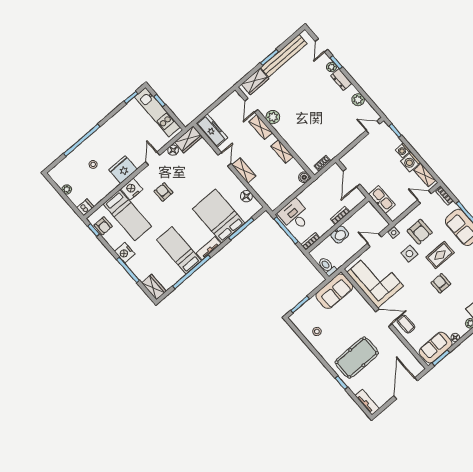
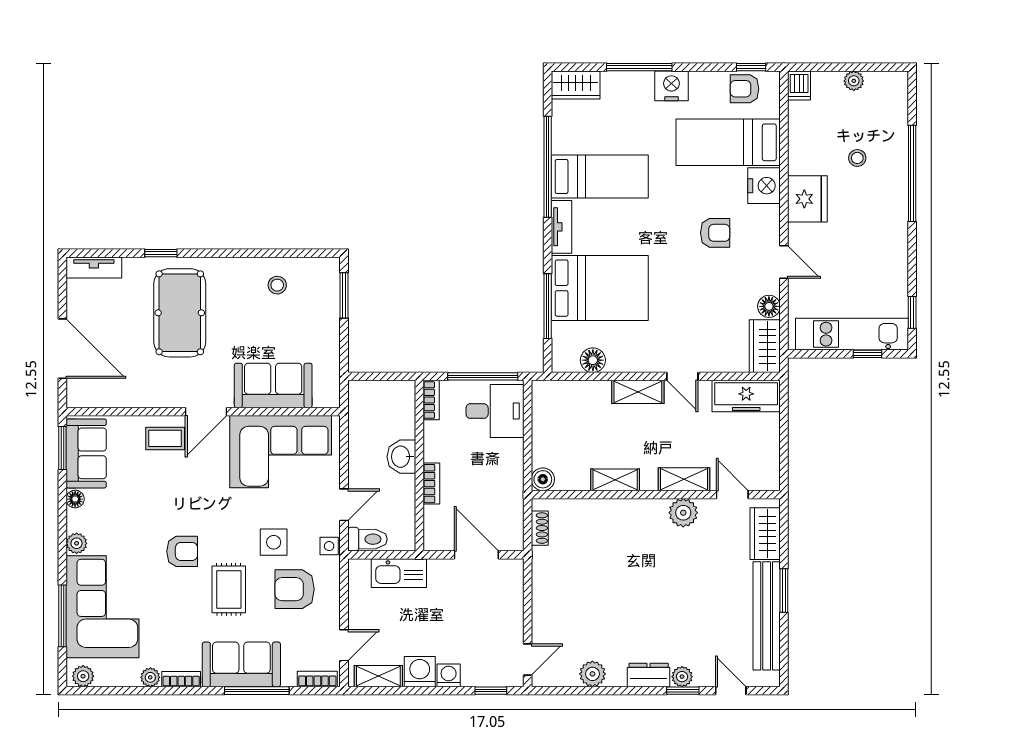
toilet: (327, 266) -> (367, 539), moved
sofa: (334, 291) -> (273, 385), moved, turned 90

